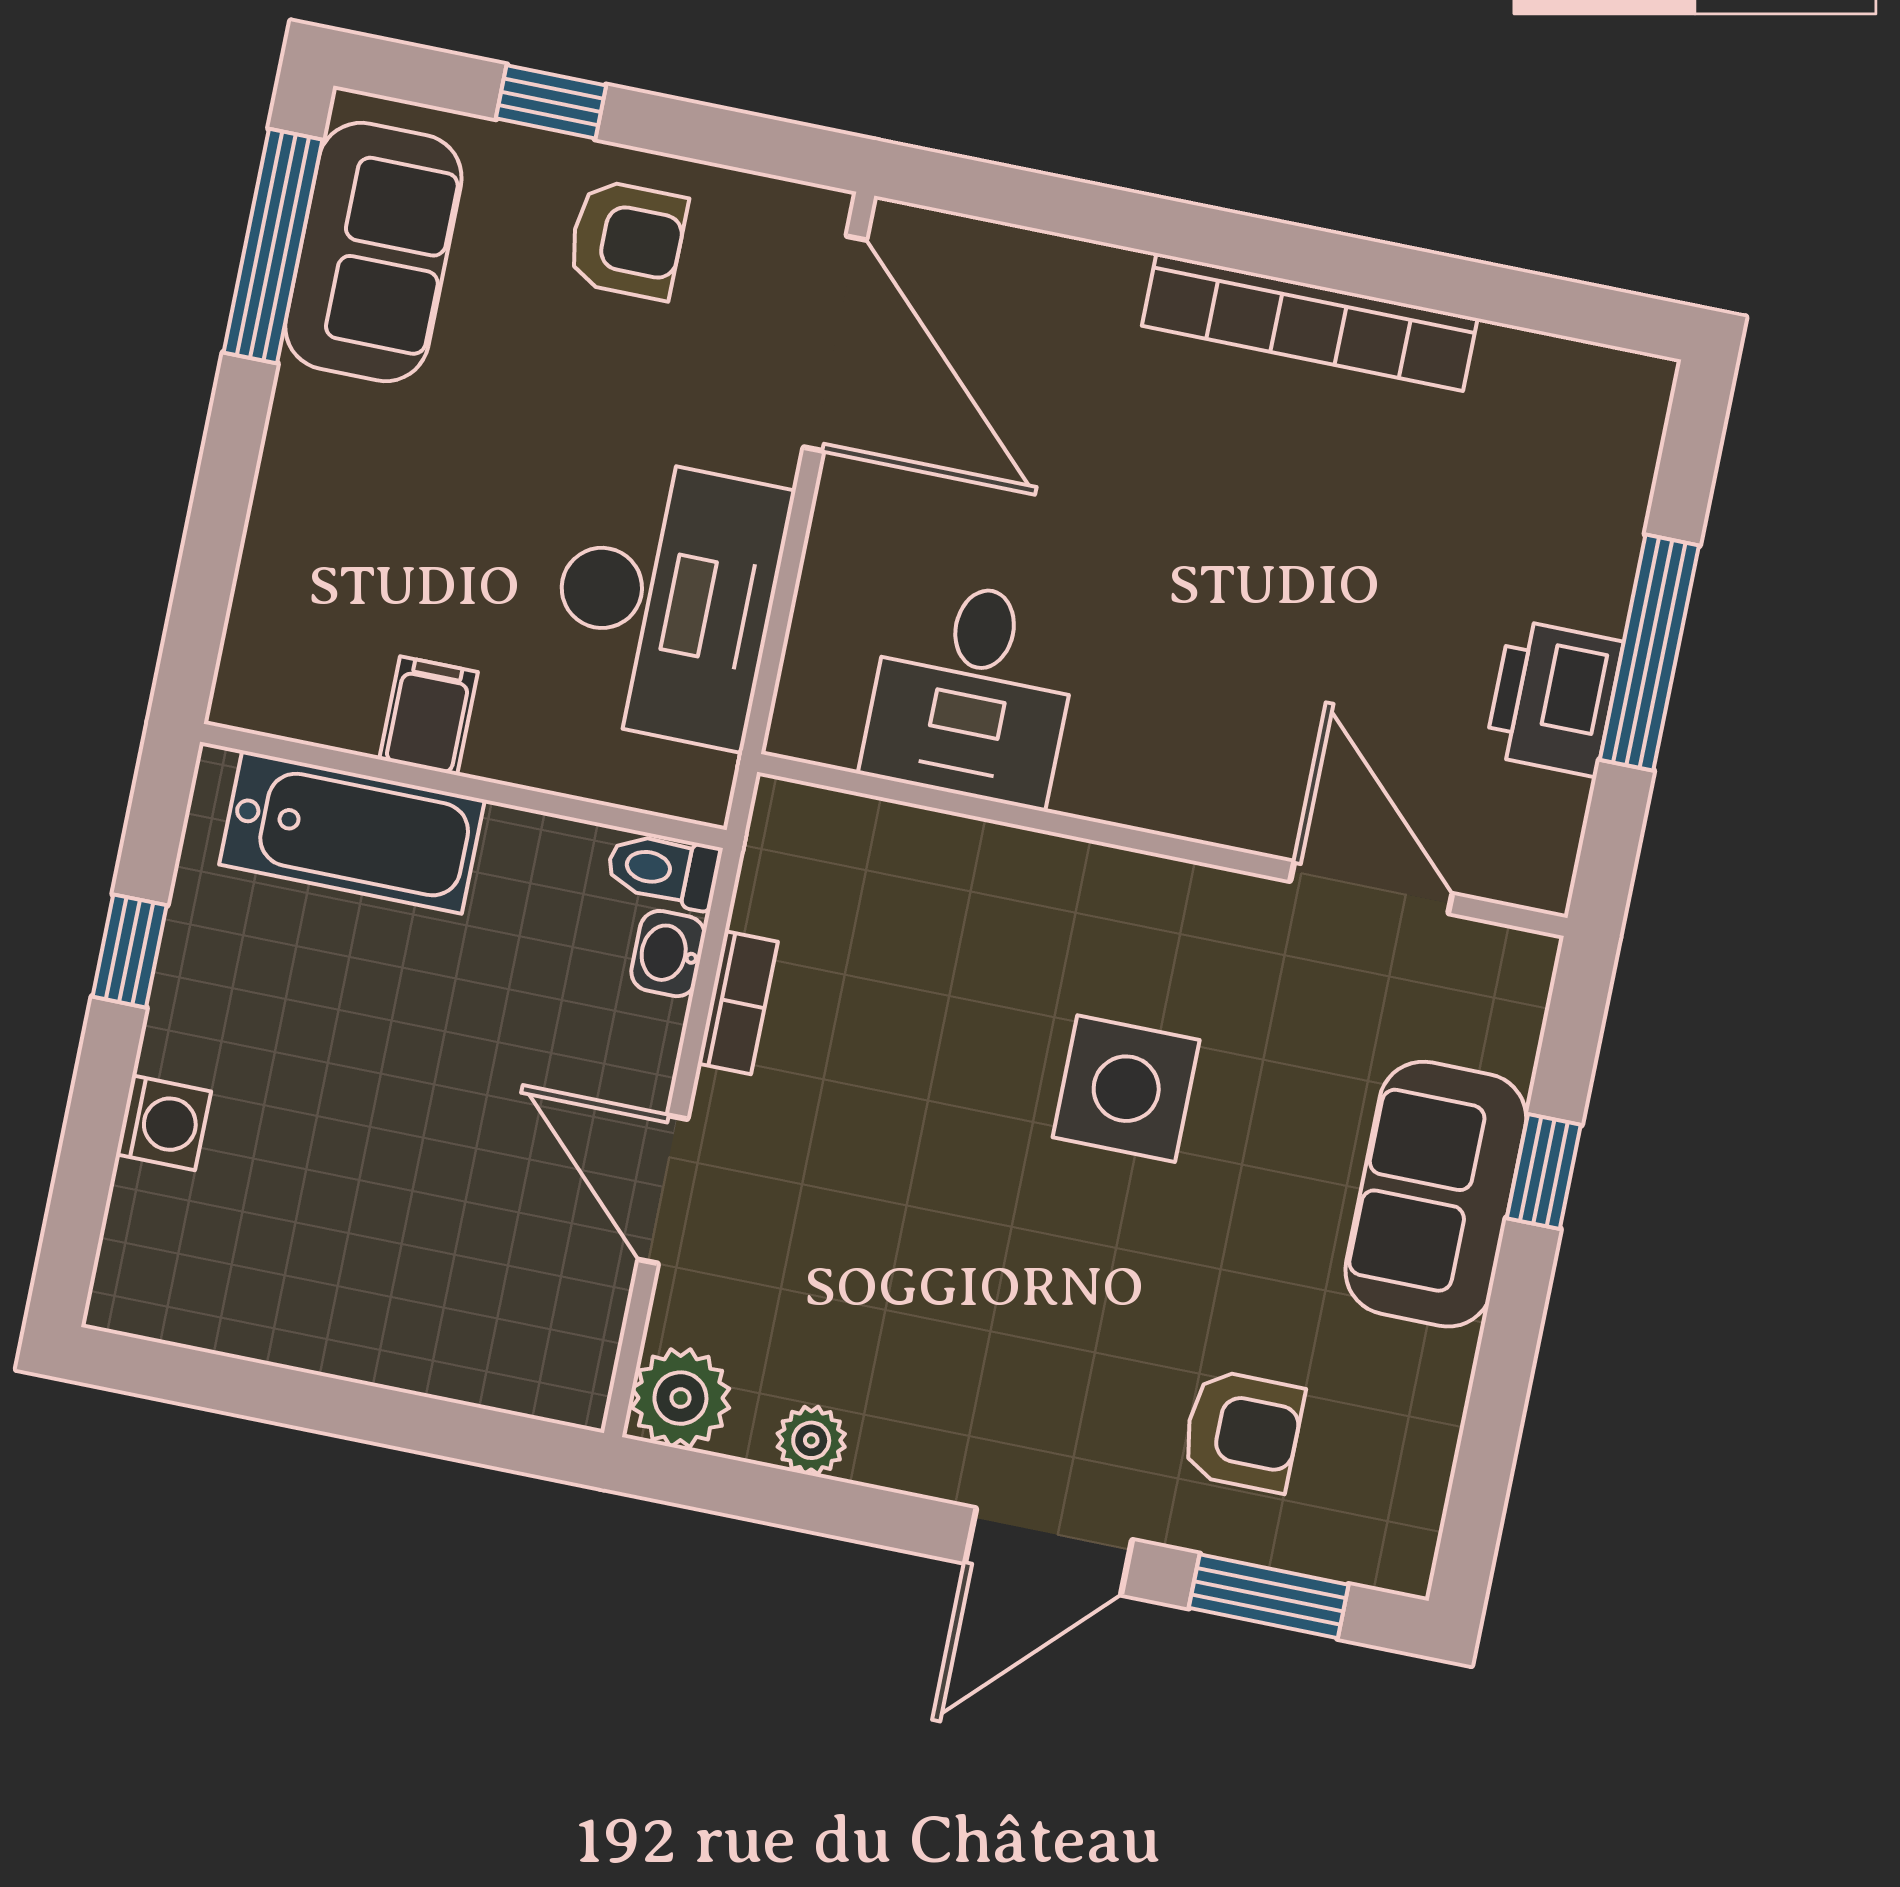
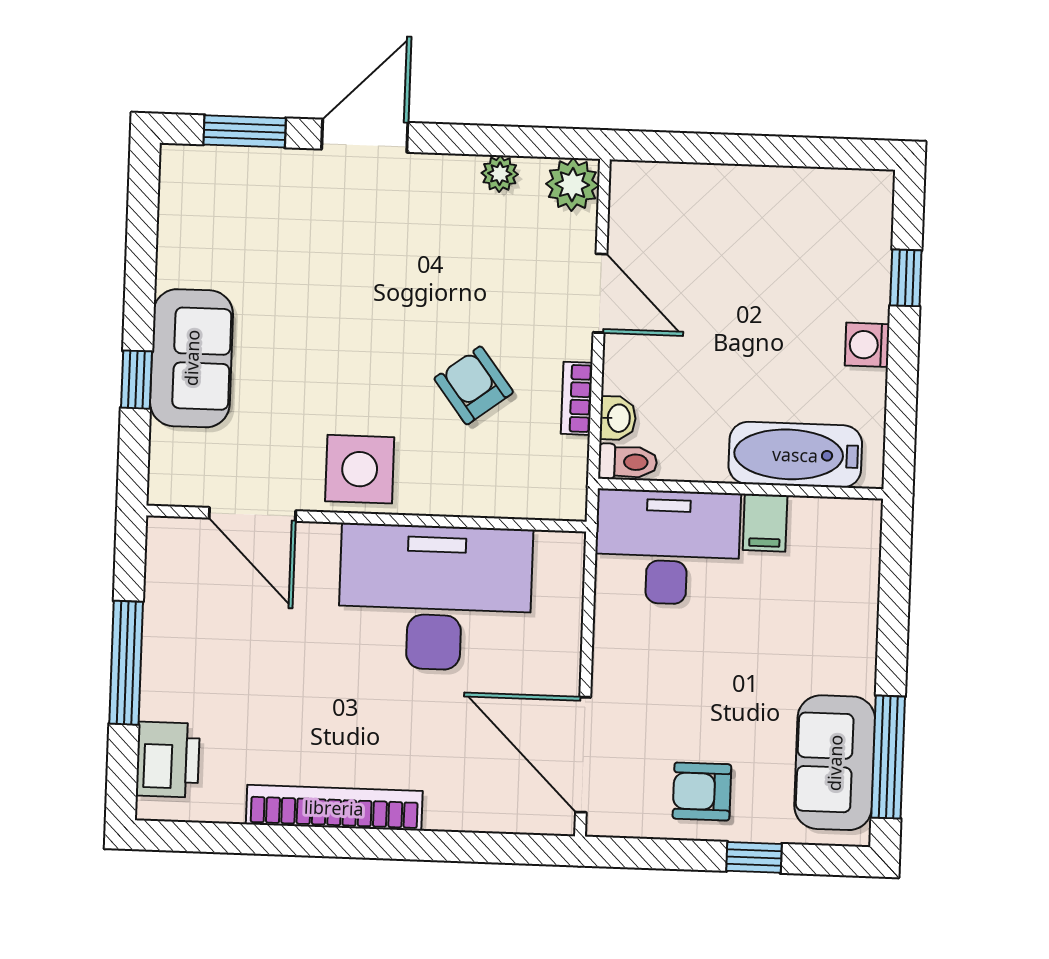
desk: (666, 601) -> (667, 547), moved, turned 90
desk: (972, 692) -> (435, 598), width x1.87, depth x1.30
printer: (1554, 698) -> (168, 760), moved
window: (130, 951) -> (906, 278), moved
side table: (1126, 1089) -> (360, 469), moved
washing machine: (164, 1123) -> (867, 345), moved
armchair: (1242, 1431) -> (474, 385), moved, turned 53

